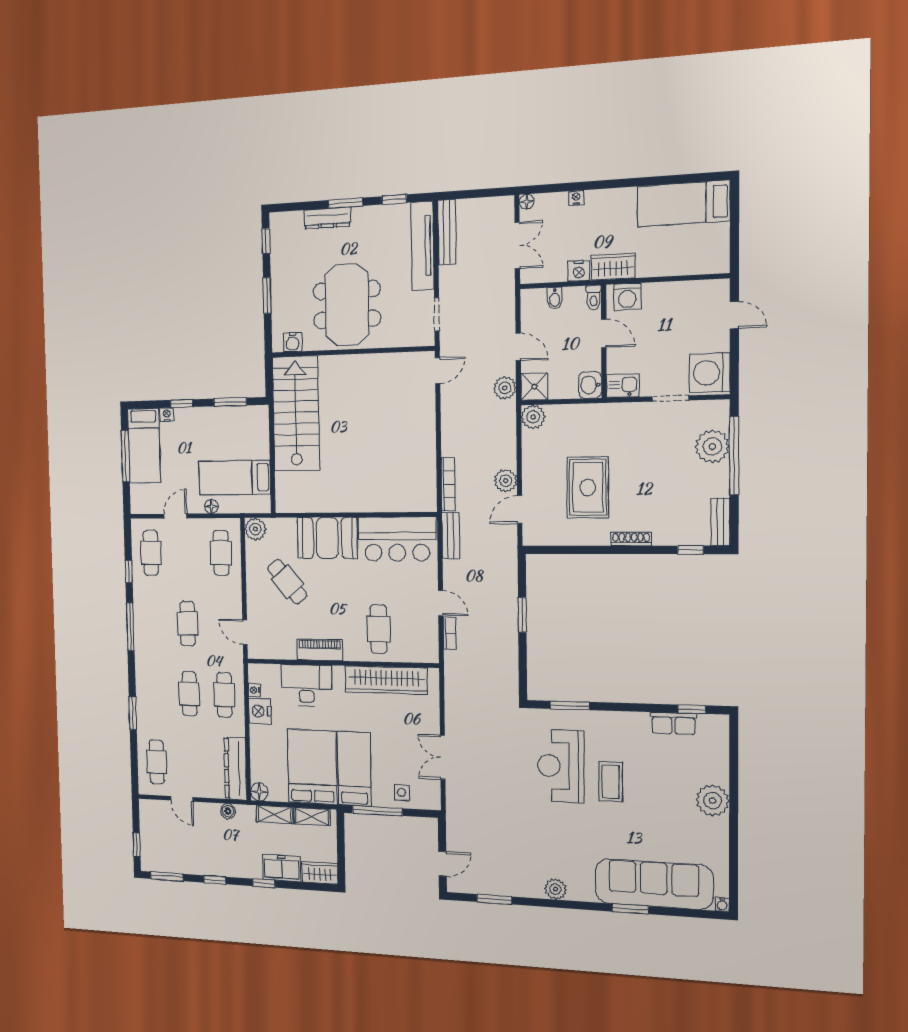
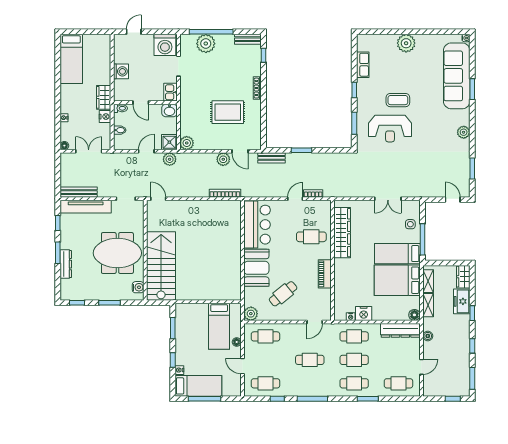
washing machine: (627, 297) -> (121, 71), moved
door: (604, 333) -> (141, 103), swing flipped
stairs: (296, 414) -> (161, 266), moved, turned 90
bench: (451, 535) -> (272, 158), moved
desk: (306, 685) -> (347, 283), removed
cafe table: (155, 693) -> (354, 383), added
window: (692, 709) -> (354, 90), moved

